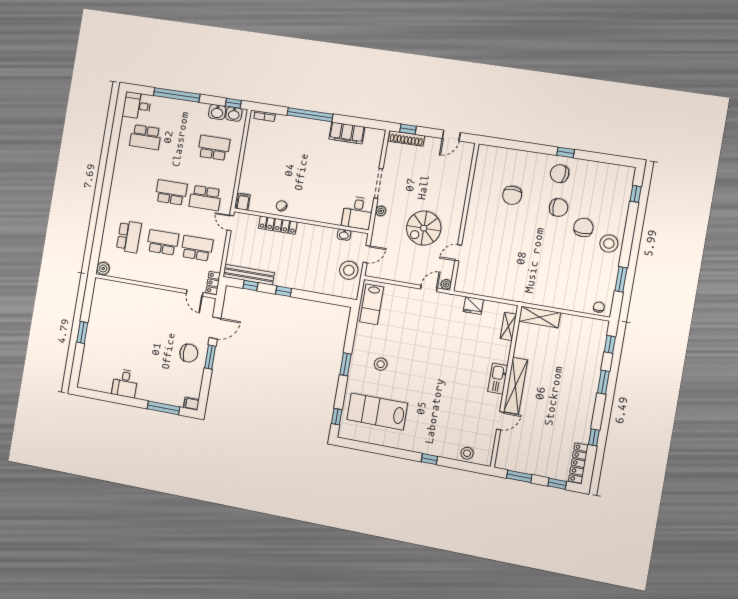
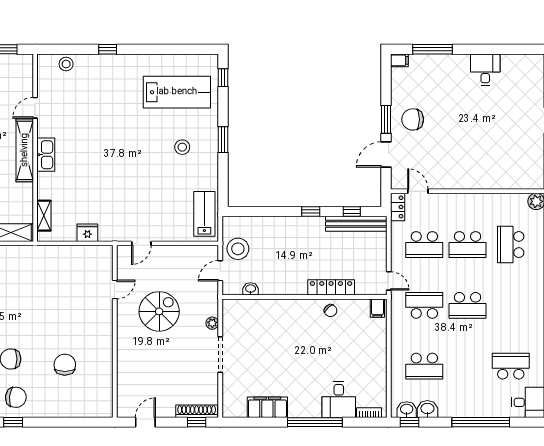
desk: (358, 213) -> (339, 400), moved, turned 180
plant: (446, 284) -> (123, 251), removed

